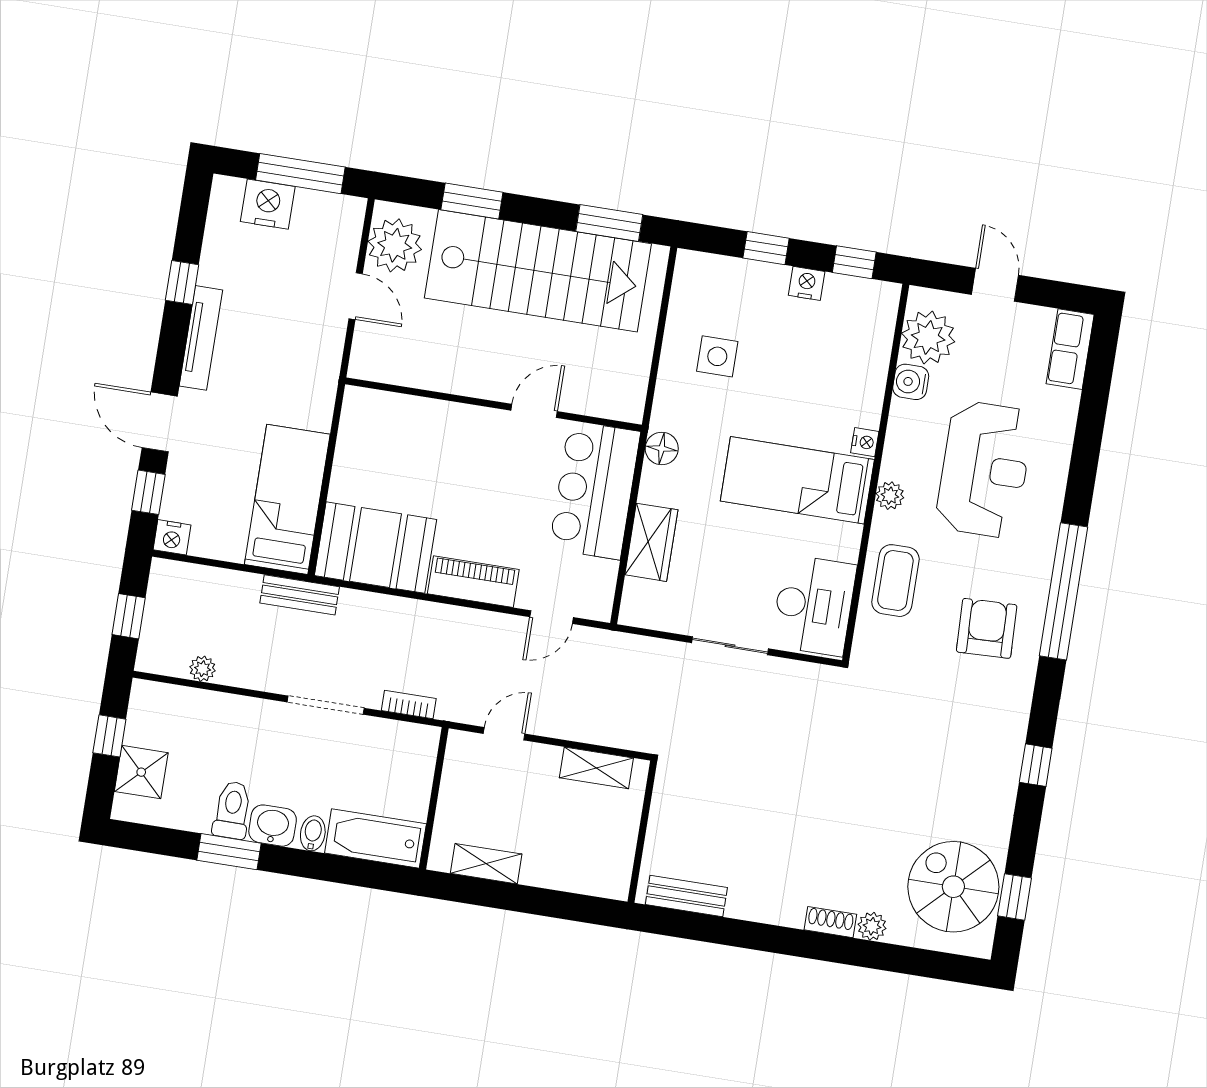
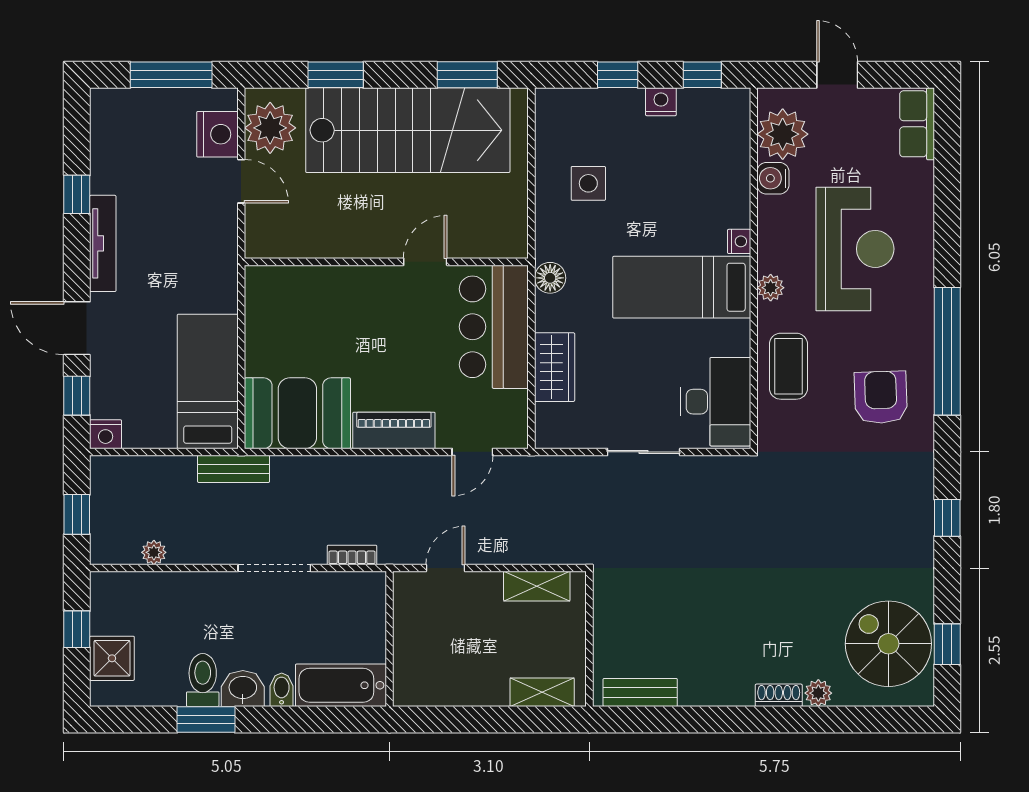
nightstand: (268, 204) -> (217, 134), moved, turned 90
shelving: (486, 864) -> (542, 692), moved

